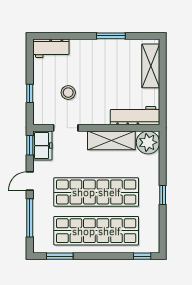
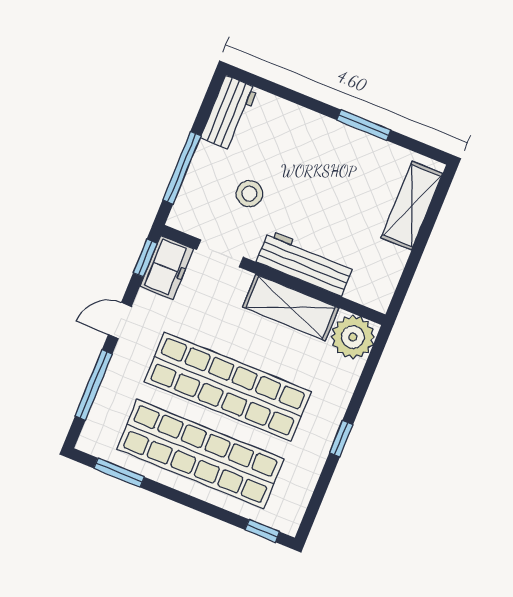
workbench: (51, 48) -> (229, 113), moved, turned -90
window: (30, 93) -> (182, 168), width x2.17
workbench: (135, 116) -> (305, 263), moved

